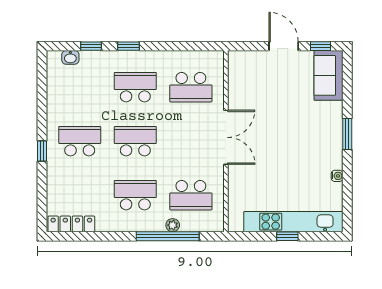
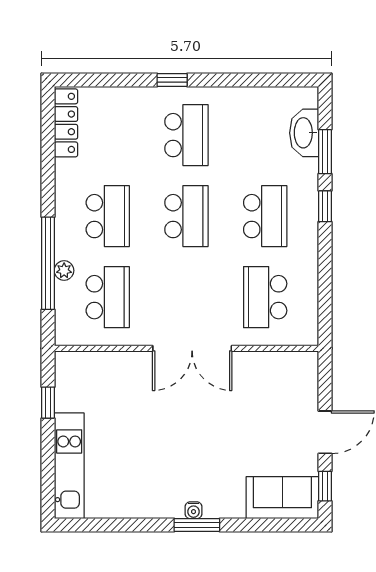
window: (91, 46) -> (325, 152), width x1.50
washbasin: (70, 57) -> (304, 133), width x1.91, depth x1.45
water cooler: (337, 176) -> (194, 510), moved
school desk: (191, 195) -> (108, 297), turned 180
kitchen unit: (293, 222) -> (69, 466), width x0.73
window: (287, 236) -> (48, 403), moved

